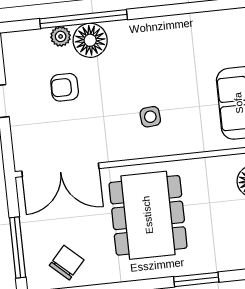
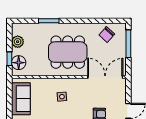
dining table: (148, 215) -> (68, 52), turned 90

